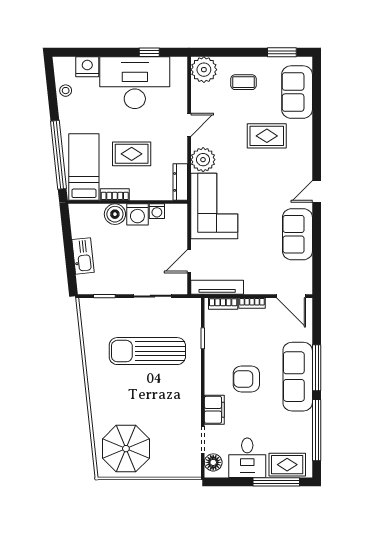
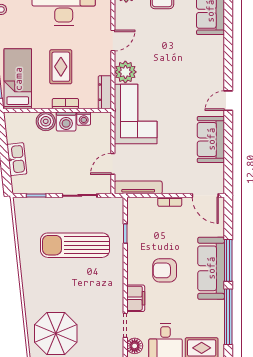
rug: (267, 136) -> (183, 50), removed
rug: (132, 154) -> (61, 67), turned 90
bookcase: (115, 194) -> (65, 104), moved
bookcase: (223, 304) -> (144, 202), removed

